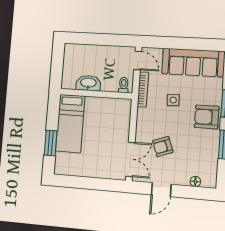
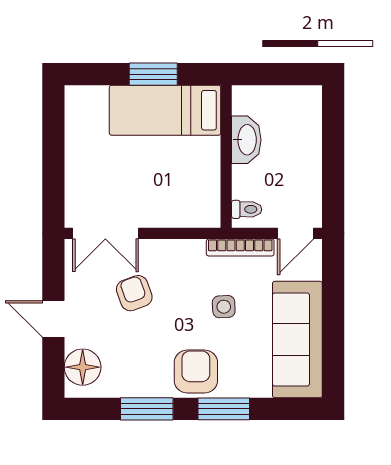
window: (51, 143) -> (153, 74), moved
floor lamp: (195, 181) -> (83, 367), width x1.89, depth x1.89
door: (161, 190) -> (53, 319), moved

